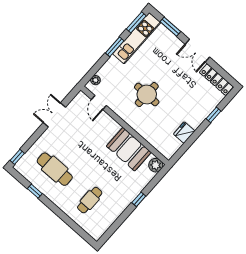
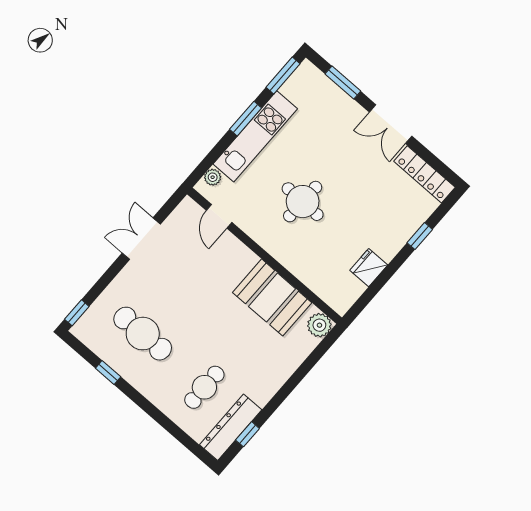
kitchen unit: (137, 38) -> (255, 136), moved
window: (139, 199) -> (247, 434), moved
dresser: (104, 223) -> (231, 427), added

